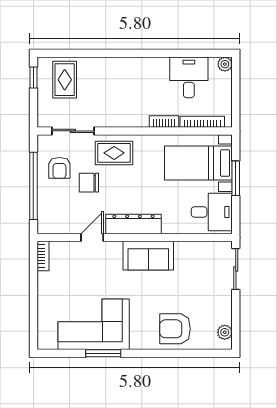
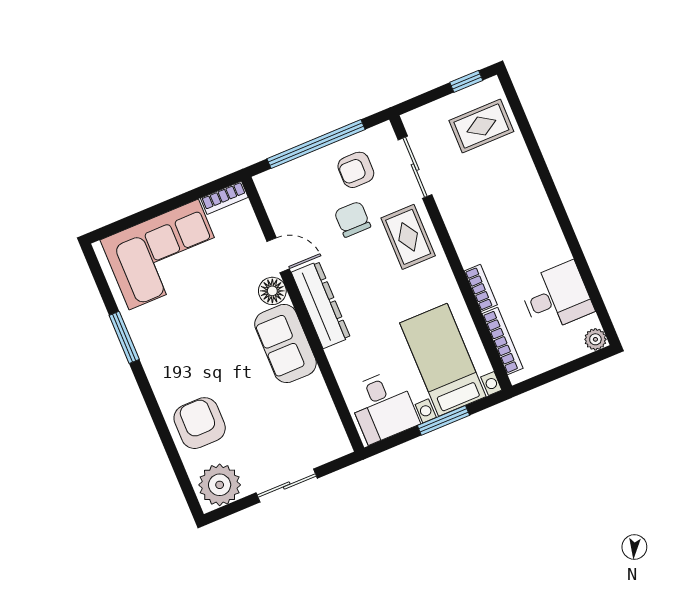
floor lamp: (112, 250) -> (272, 291), added
sliding door: (236, 269) -> (287, 486), moved
corner sofa: (94, 324) -> (164, 255), moved, turned 90
plant: (225, 332) -> (220, 485), width x1.88, depth x1.88

